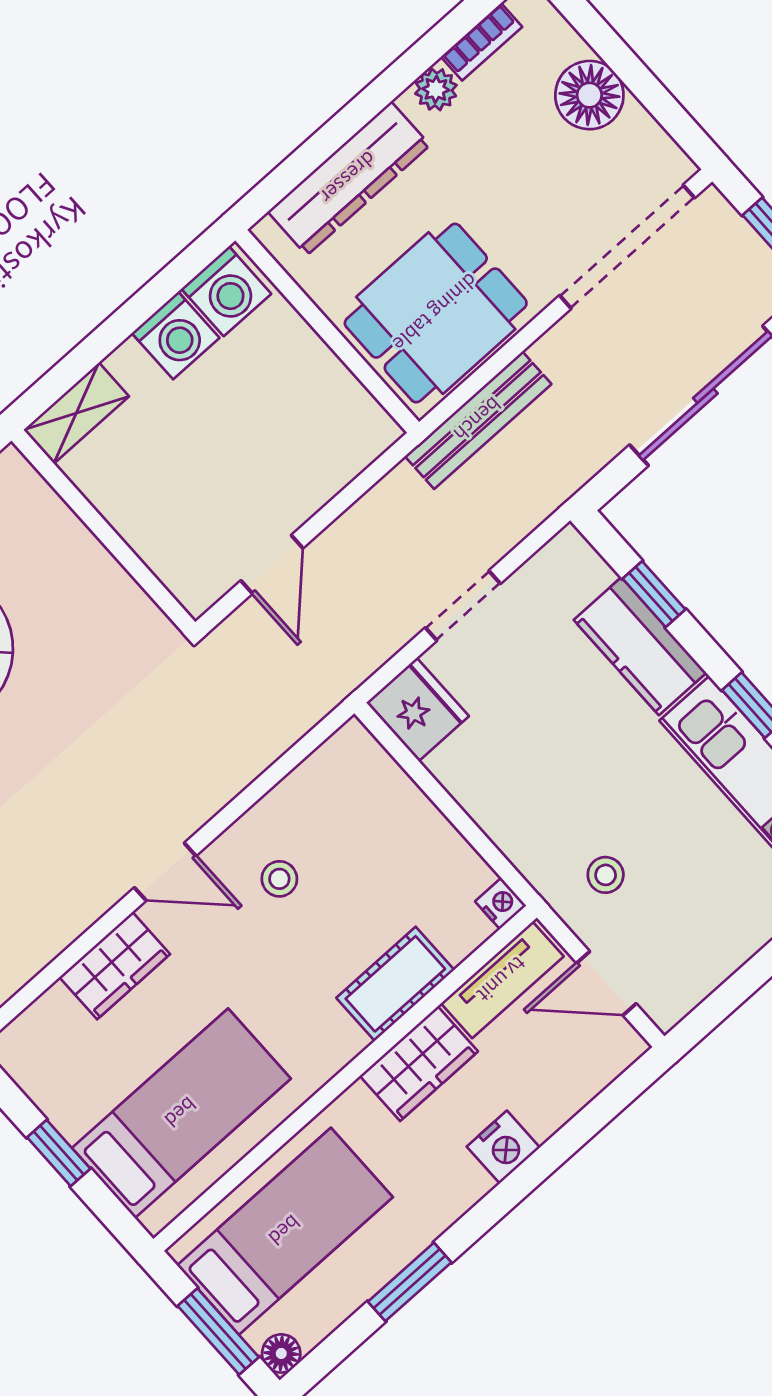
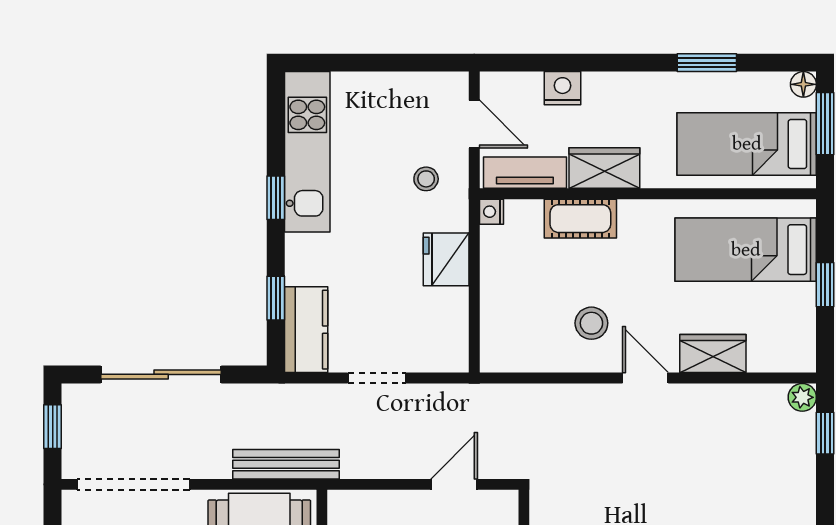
kitchen counter: (640, 646) -> (306, 330), moved
fridge: (418, 709) -> (446, 259), moved
stool: (279, 879) -> (591, 323), width x1.37, depth x1.37
nightstand: (503, 1147) -> (563, 88), moved

